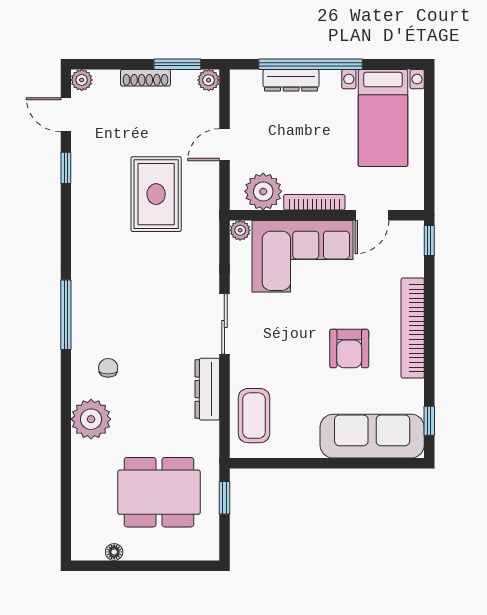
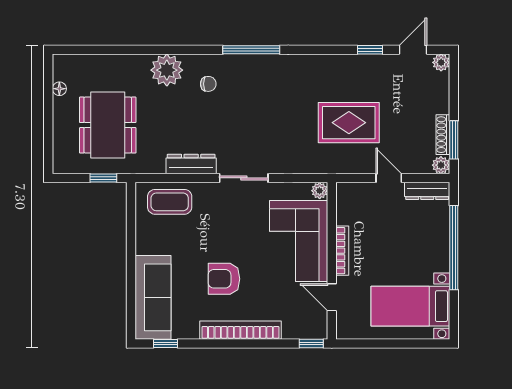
shoe rack: (145, 78) -> (443, 135), moved
dresser: (291, 80) -> (427, 191), moved, turned -90
plant: (263, 191) -> (351, 209), removed

